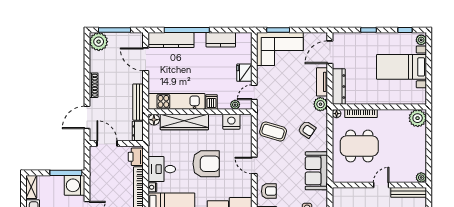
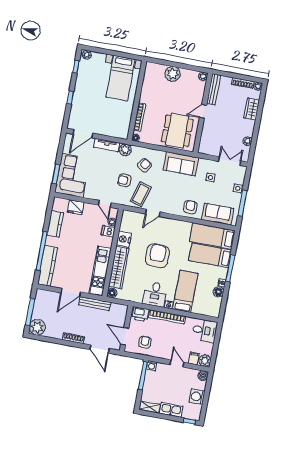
door: (330, 52) -> (83, 134), hinge flipped
door: (146, 59) -> (71, 292), moved
bed with nightstands: (401, 67) -> (121, 78), moved
fridge: (244, 73) -> (76, 207), moved
dresser: (339, 87) -> (113, 132), removed
dishwasher: (212, 102) -> (108, 231), moved
armchair: (285, 110) -> (124, 180), added
plant: (418, 118) -> (173, 74), moved
nightstand: (231, 122) -> (124, 239), moved
dresser: (138, 131) -> (119, 308), removed
door: (107, 144) -> (125, 336), hinge flipped
dining table: (359, 146) -> (177, 131), moved
door: (254, 165) -> (153, 213), moved
armchair: (104, 168) -> (145, 342), added
washing machine: (74, 185) -> (152, 366), width x0.53, depth x0.53
door: (381, 185) -> (203, 111), hinge flipped

